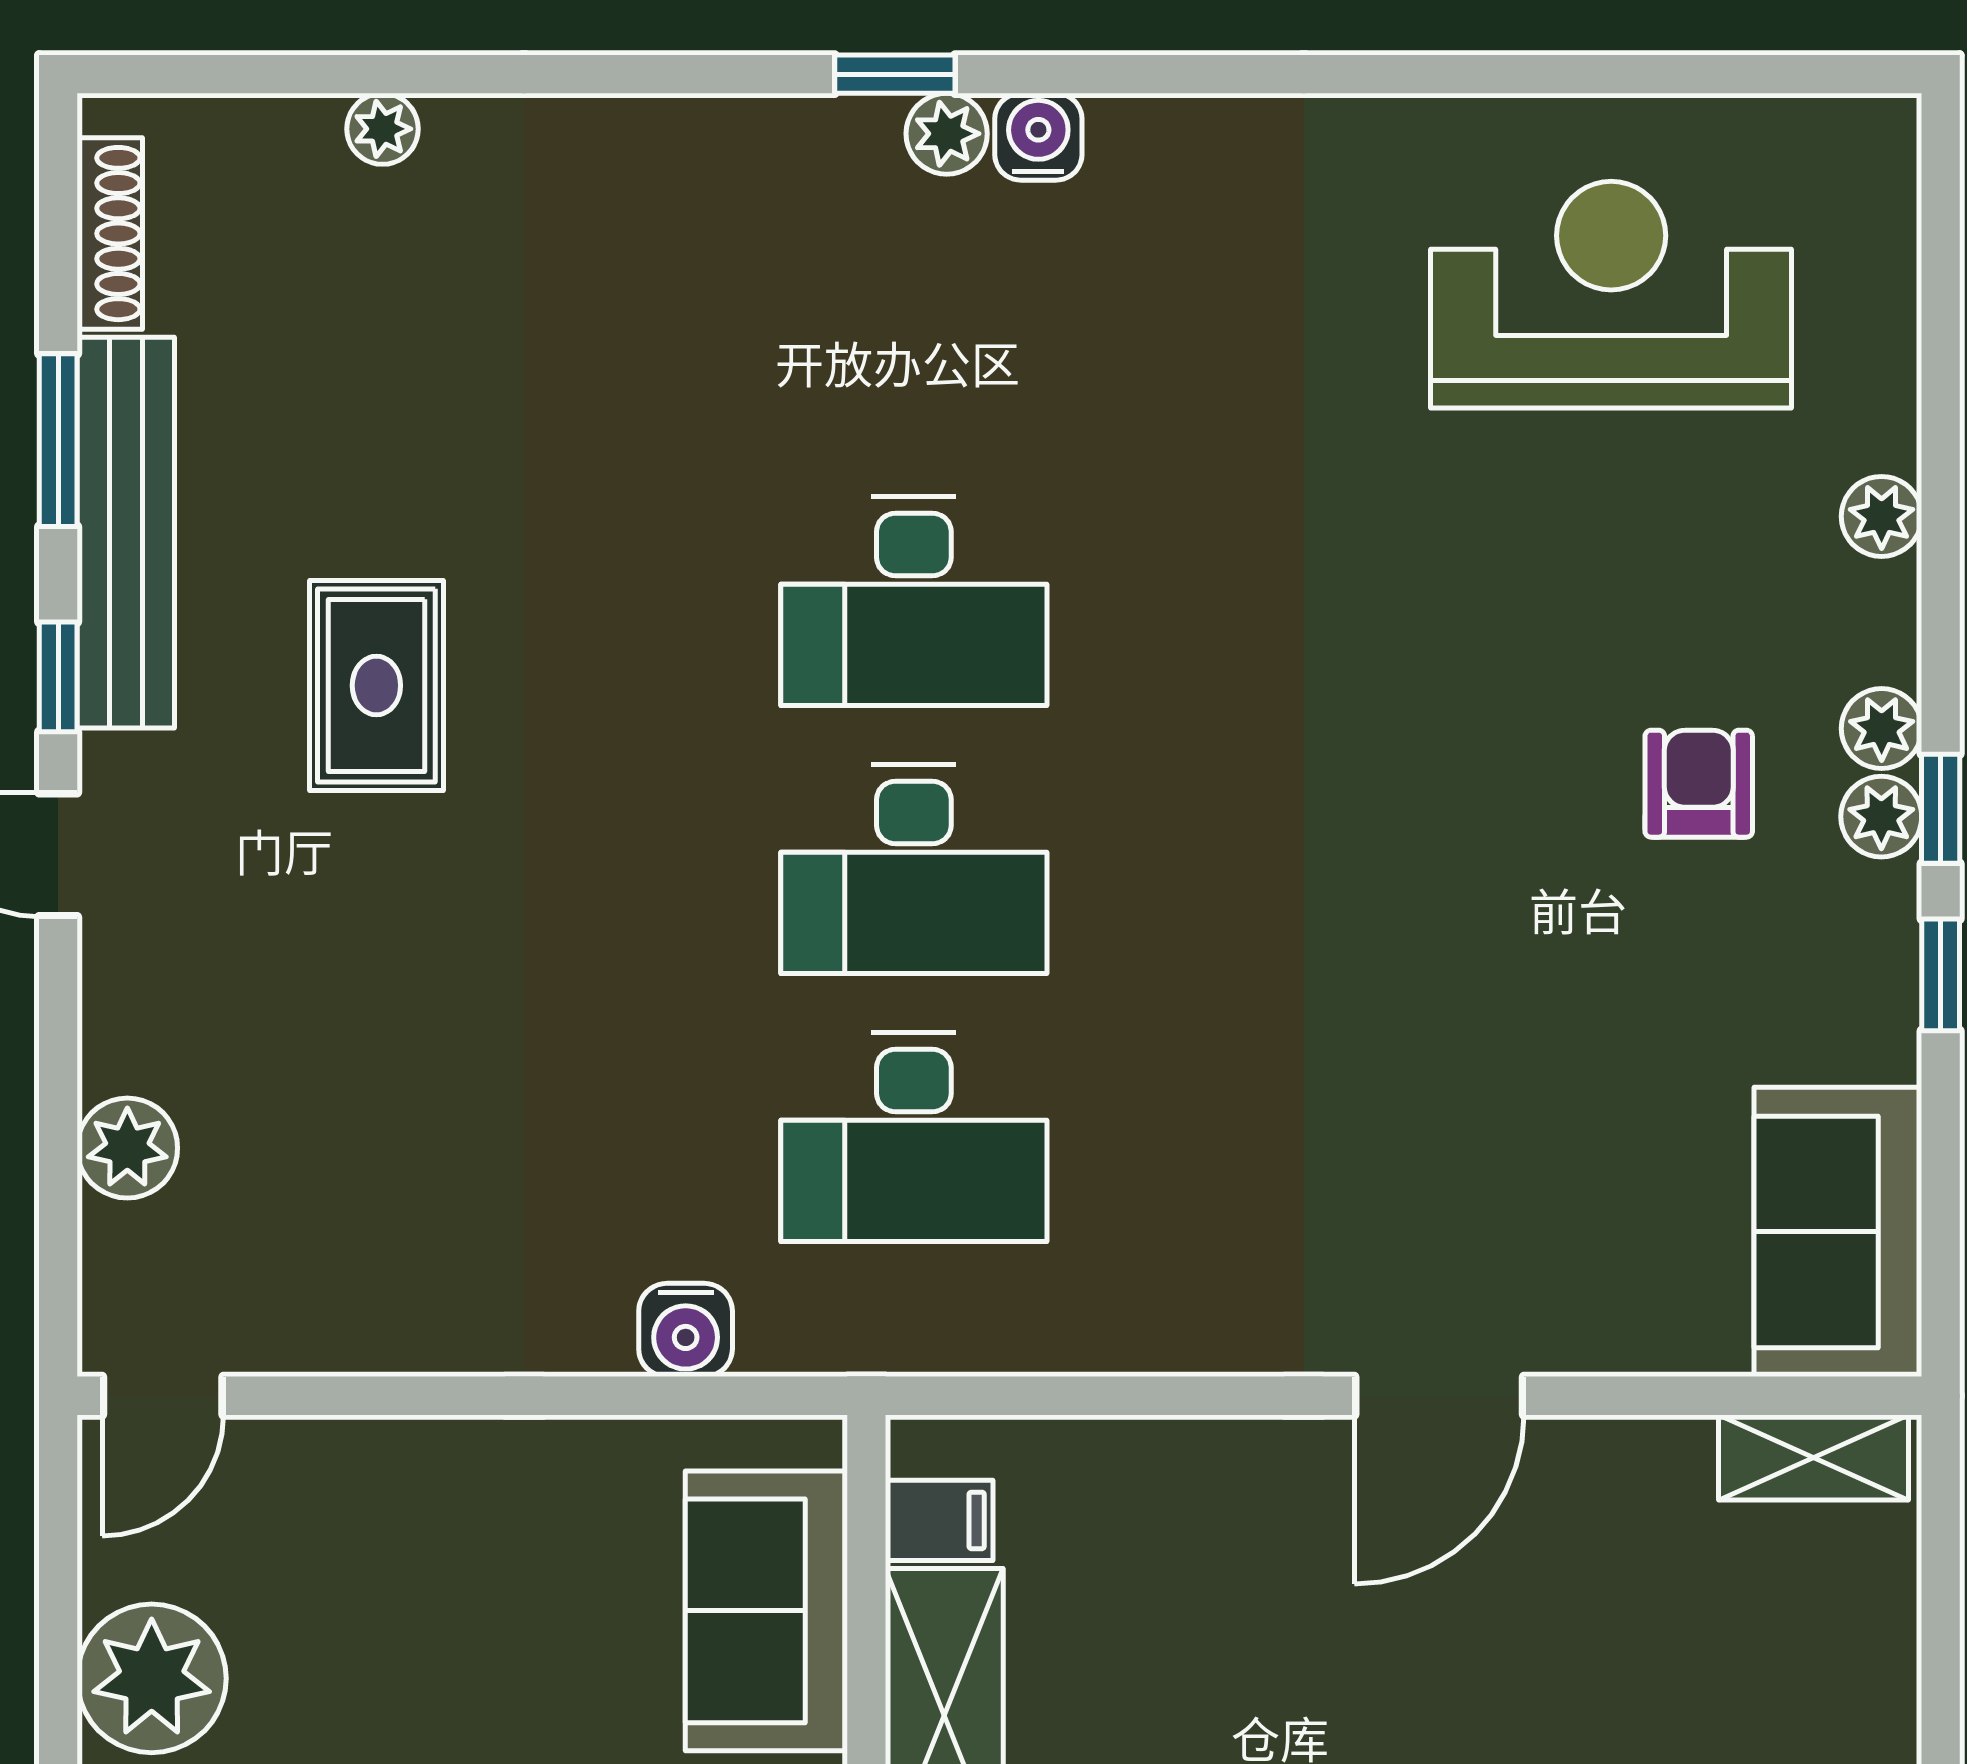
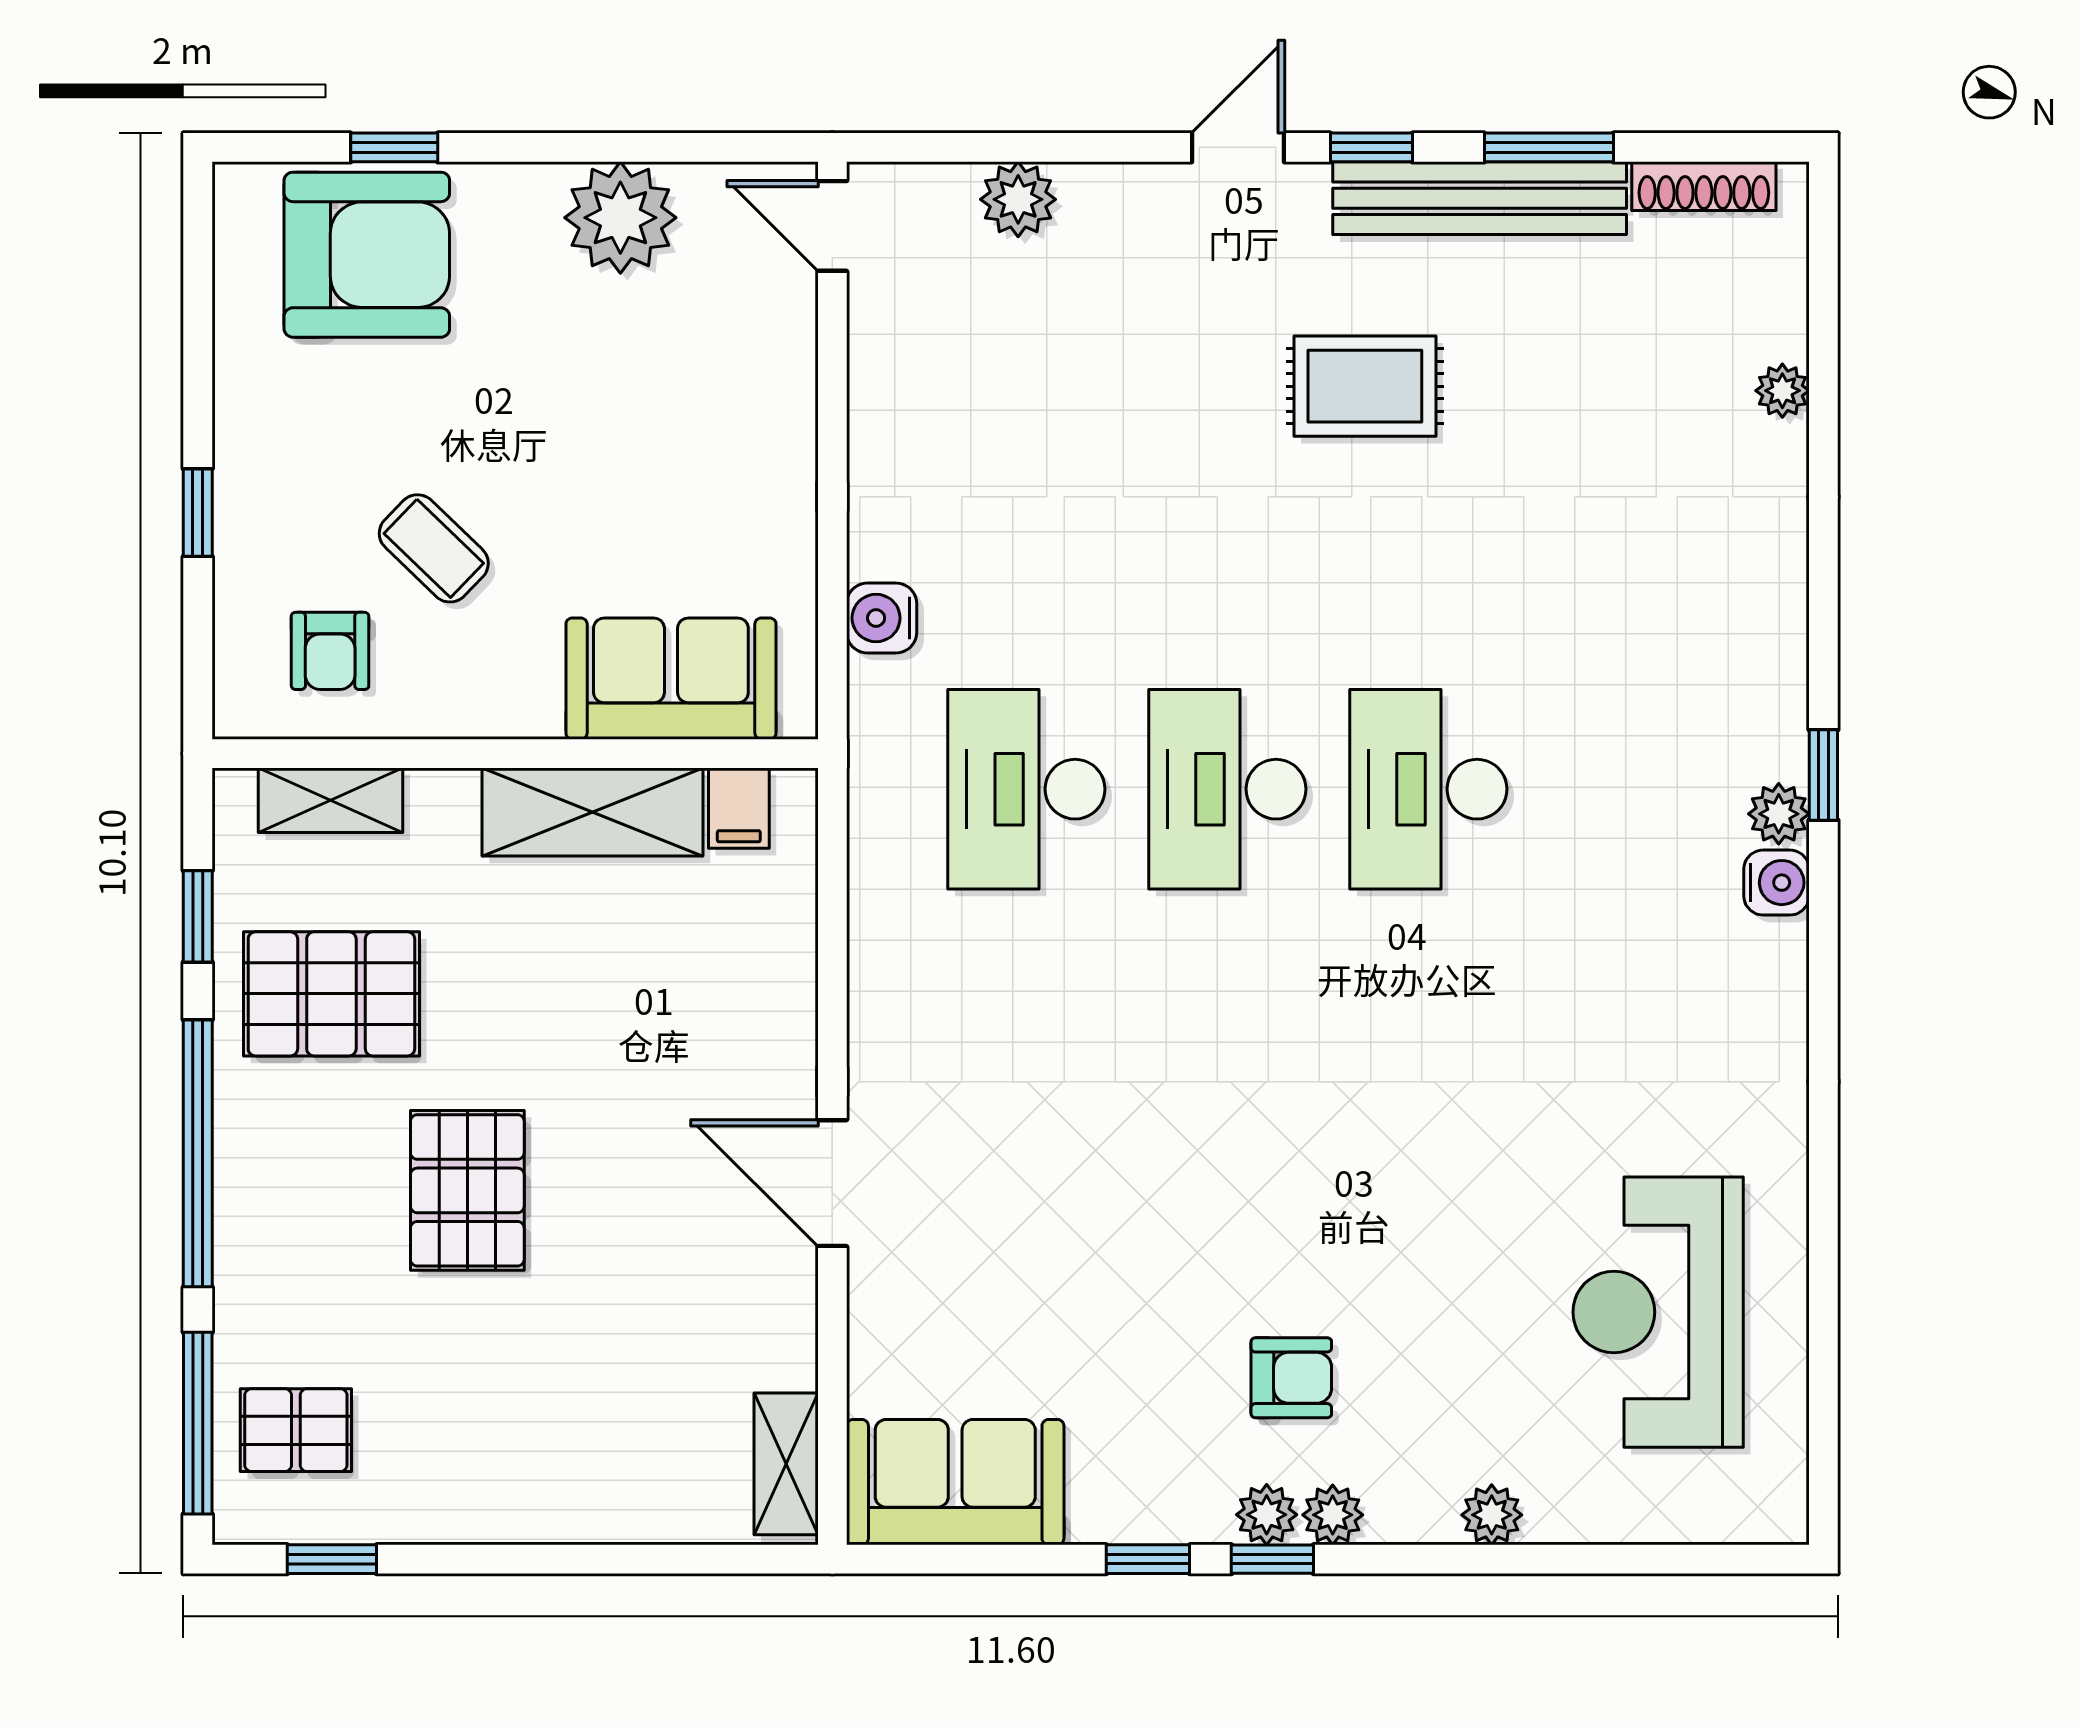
reception desk: (1611, 295) -> (1658, 1312), turned 180

